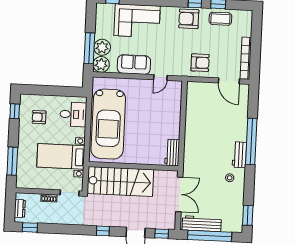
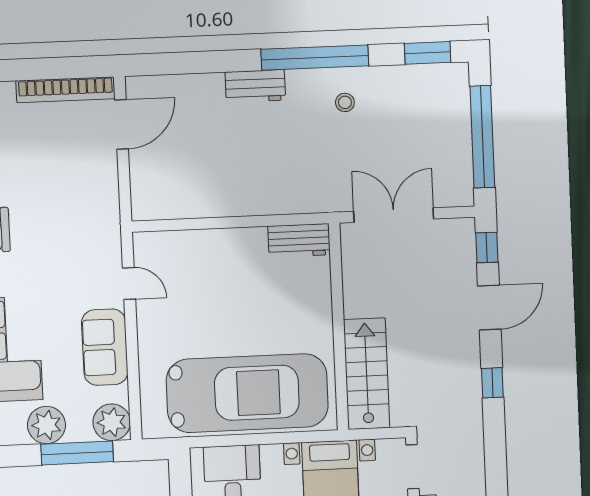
plant: (102, 47) -> (46, 425), moved
armchair: (200, 63) -> (86, 195), removed
window: (251, 141) -> (315, 58), moved
workbench: (239, 155) -> (255, 86), moved
stairs: (120, 182) -> (367, 374), width x0.73, depth x0.66
workbench: (202, 224) -> (456, 157), removed

